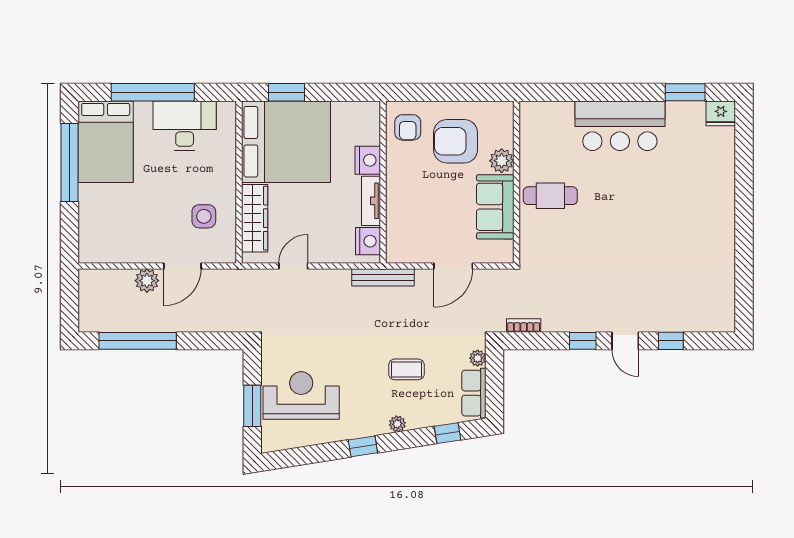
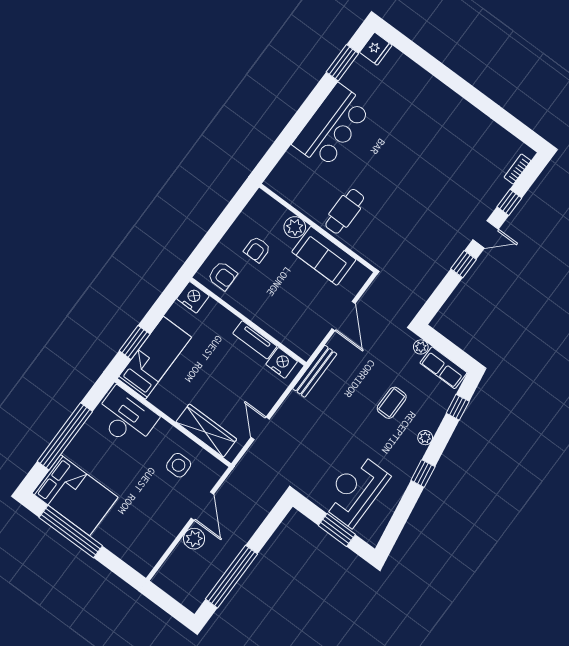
desk: (185, 126) -> (126, 418), moved, turned 90
armchair: (456, 141) -> (257, 249), width x0.53, depth x0.53
bed: (286, 142) -> (154, 358), width x0.49
nightstand: (368, 160) -> (193, 297), moved
bookcase: (524, 325) -> (517, 169), moved

